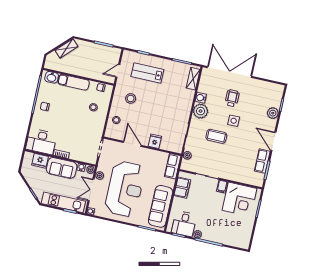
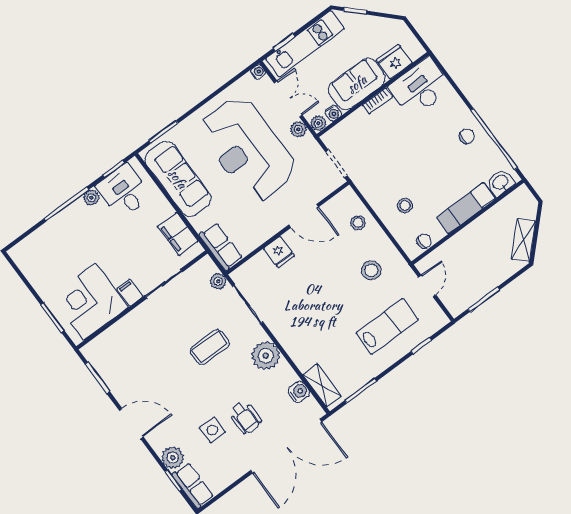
water cooler: (201, 98) -> (299, 392), moved
side table: (234, 121) -> (212, 430), moved
row of seats: (262, 161) -> (193, 486), moved

